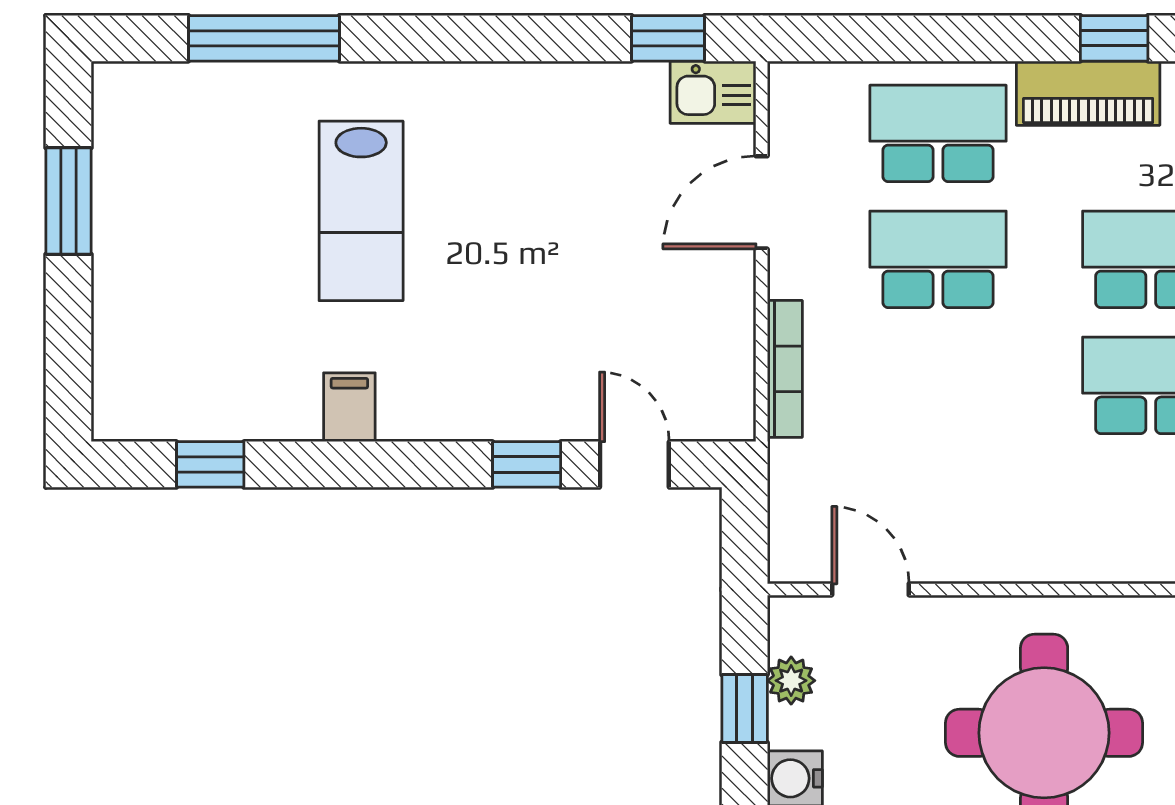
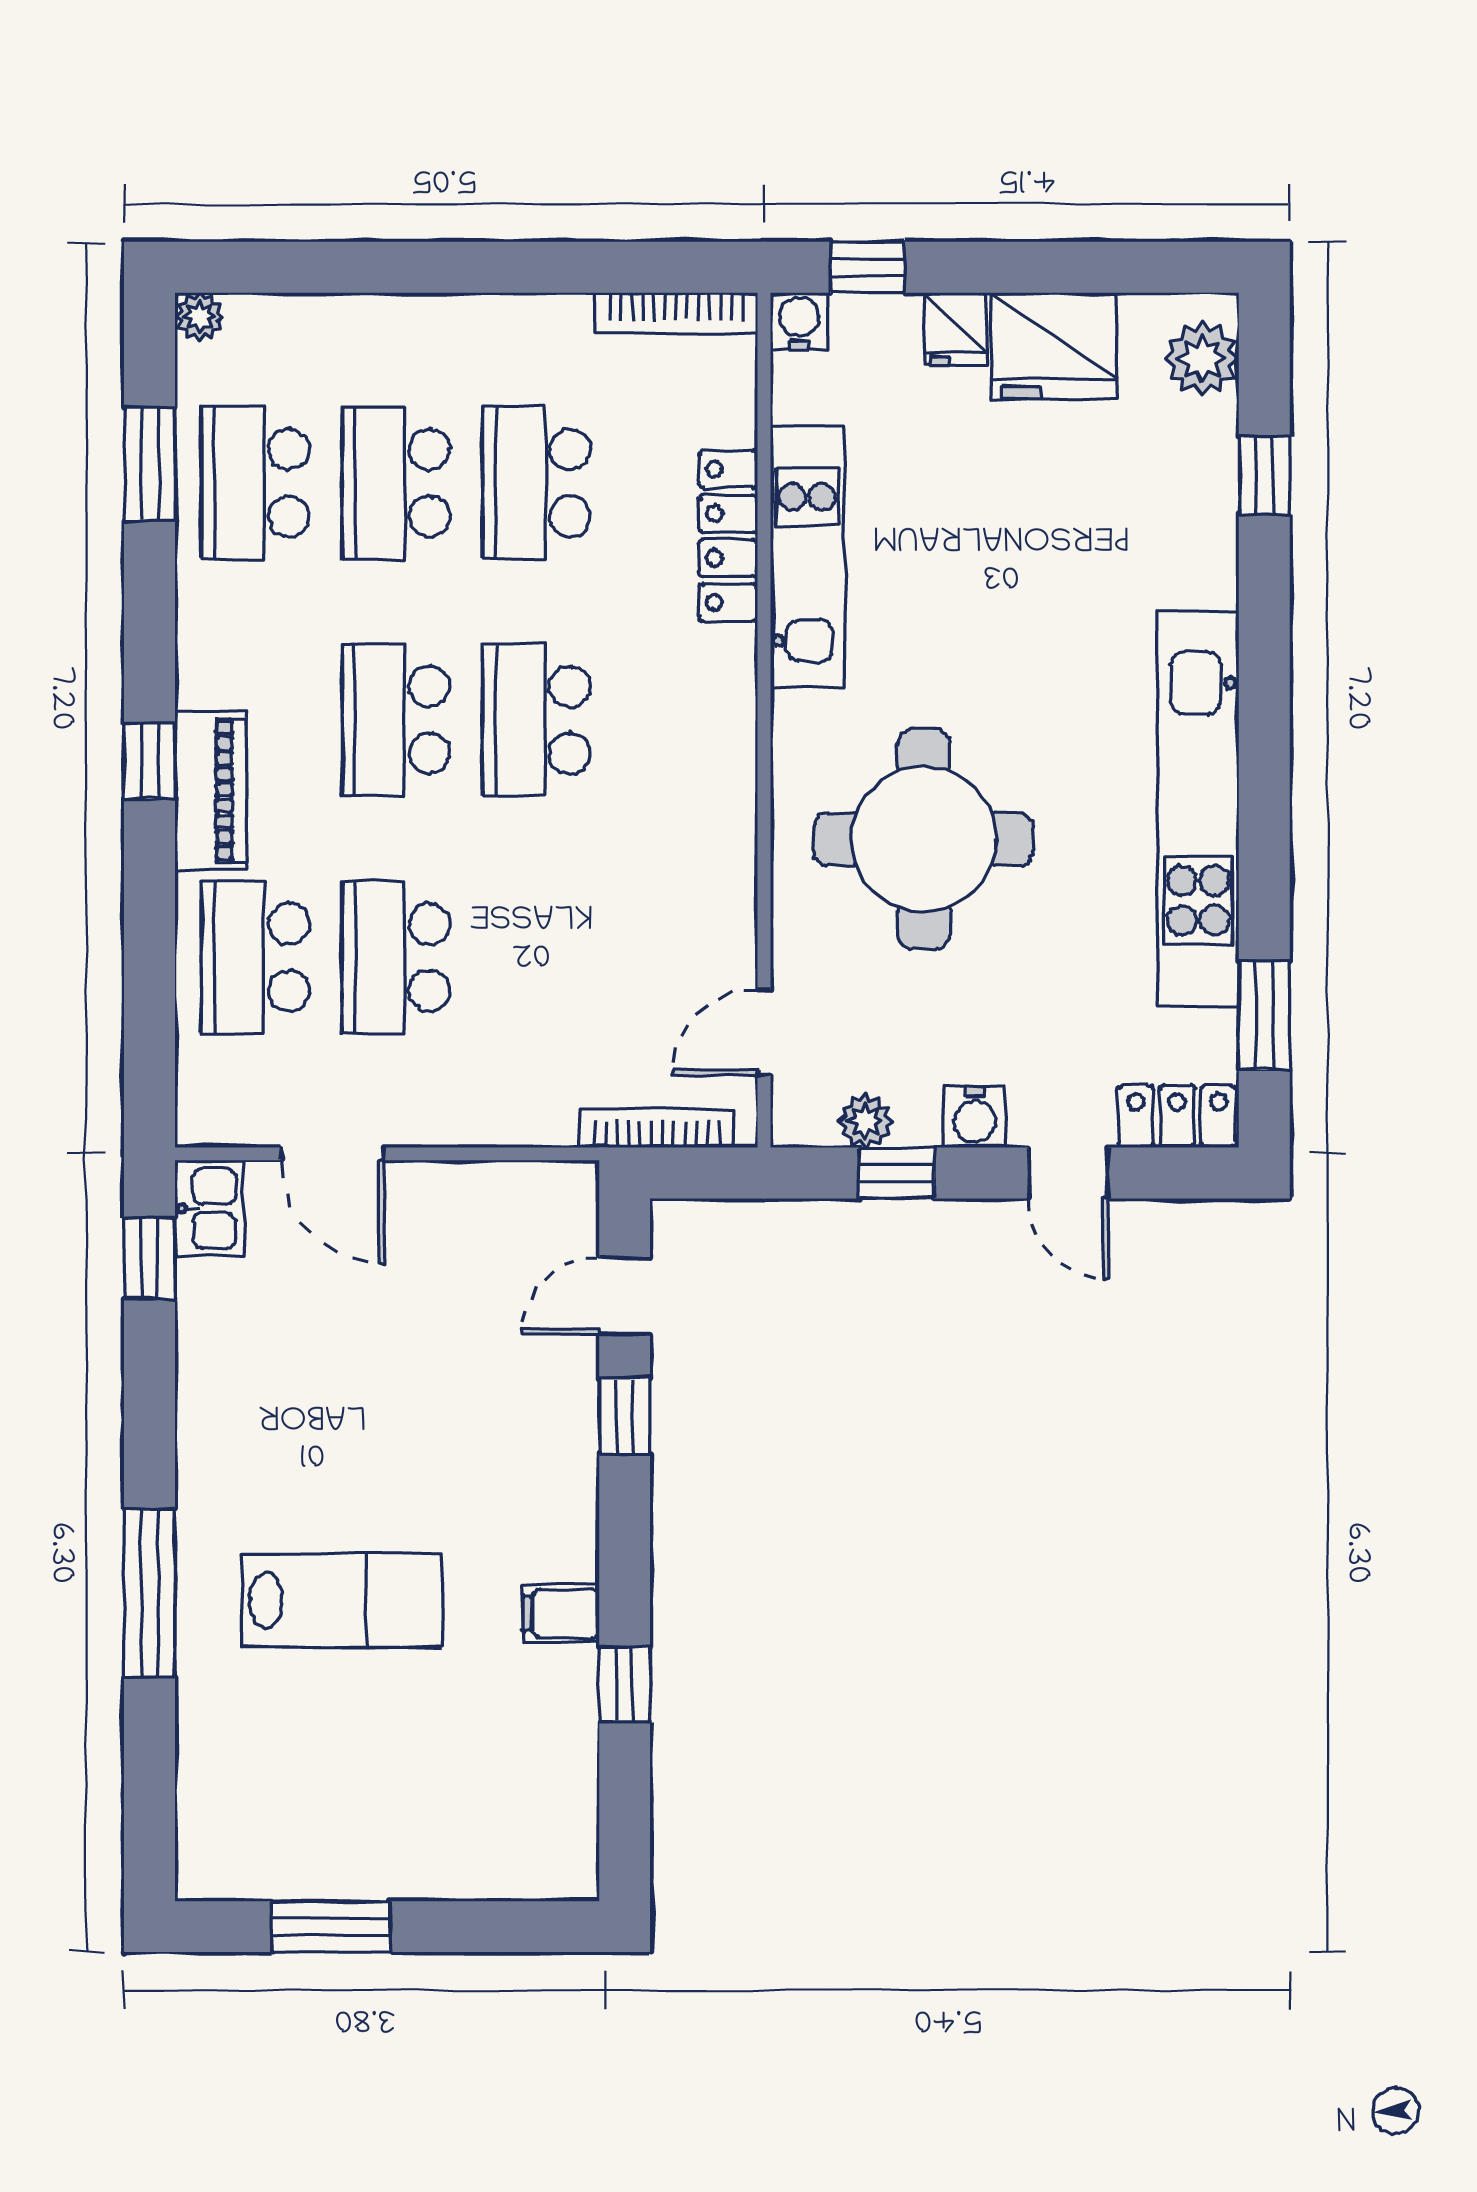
window: (264, 38) -> (150, 1593), moved
bookcase: (785, 369) -> (657, 1128), moved
window: (210, 464) -> (625, 1685), moved

